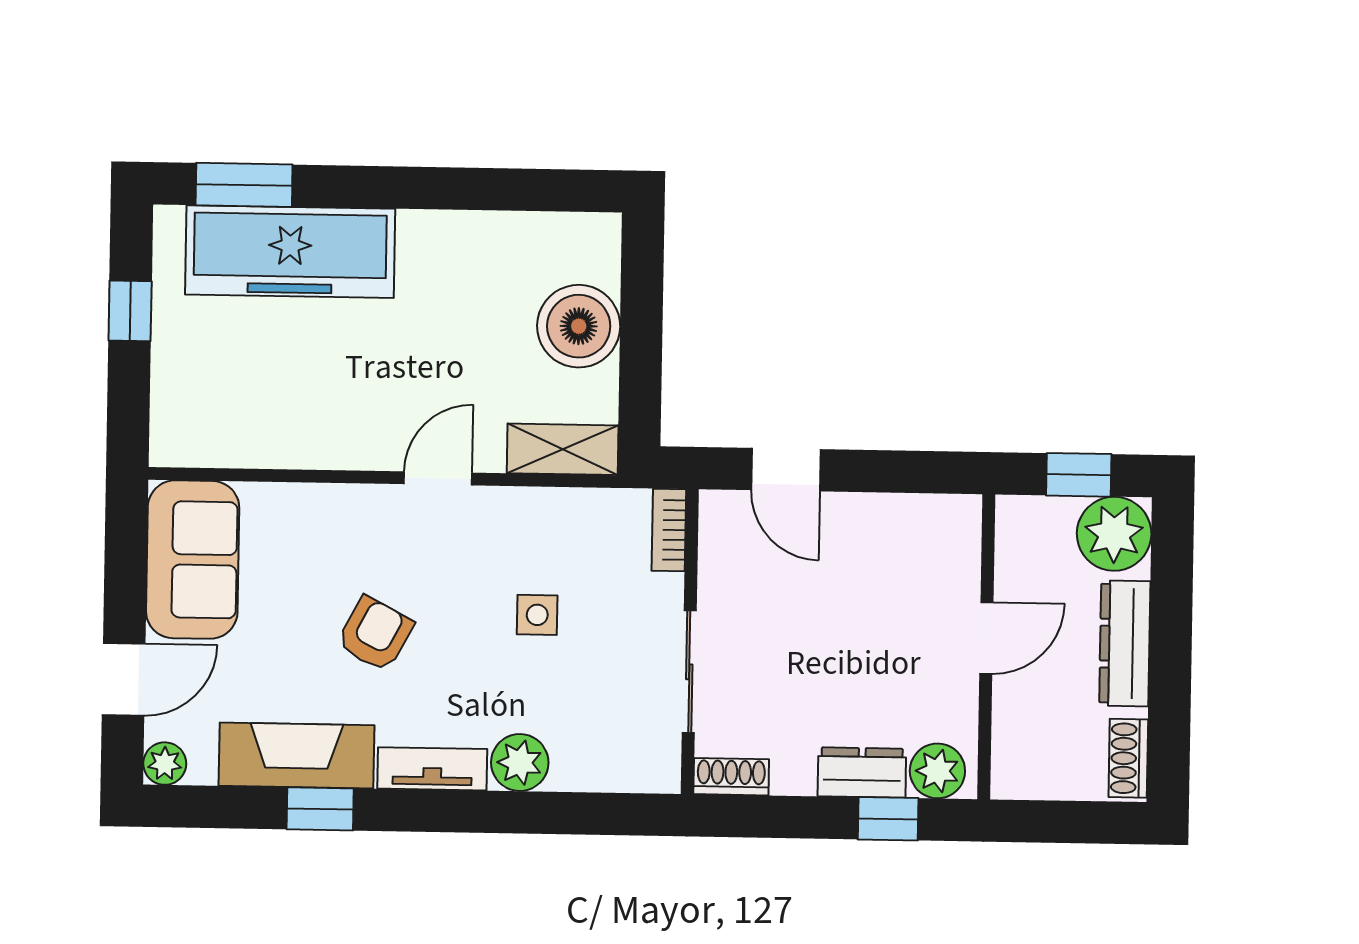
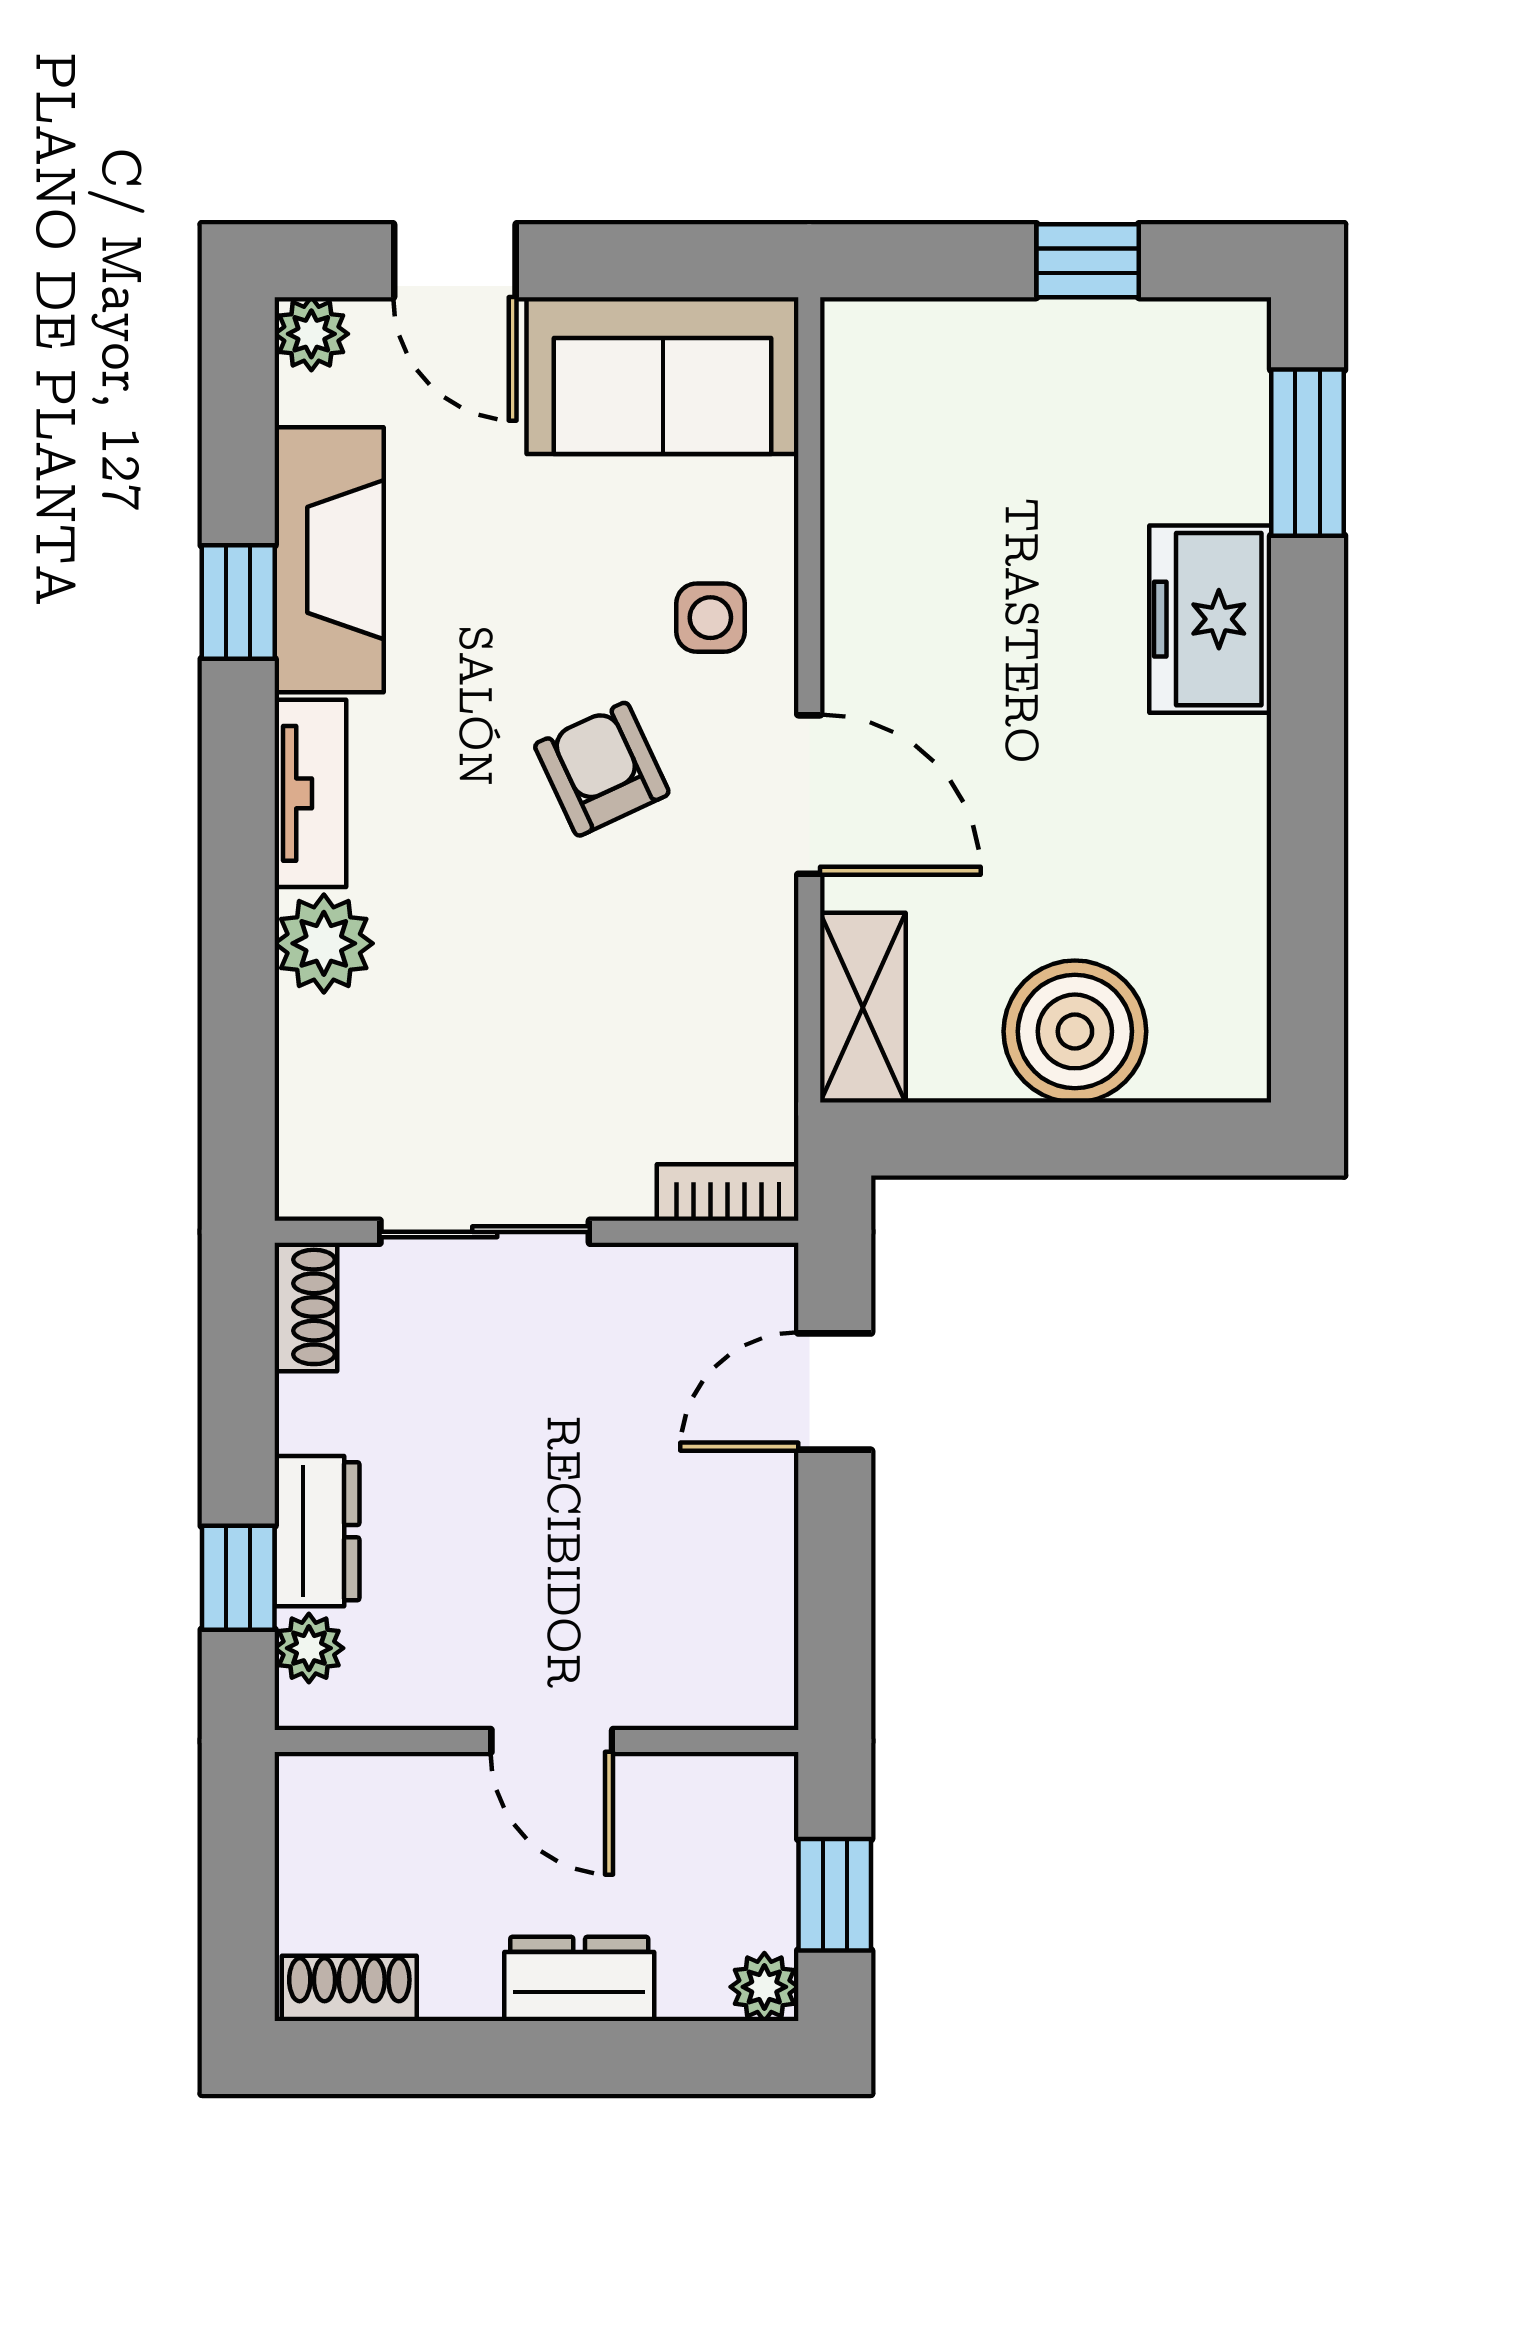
freezer: (290, 252) -> (1210, 619), width x0.52, depth x0.79
door: (438, 478) -> (809, 795), width x1.38
plant: (1114, 534) -> (764, 1987), width x0.53, depth x0.53
side table: (537, 615) -> (710, 618), moved
armchair: (375, 634) -> (602, 769), moved, turned -143
dresser: (1125, 643) -> (579, 1979), width x0.70
plant: (937, 771) -> (309, 1648), width x0.73, depth x0.73

